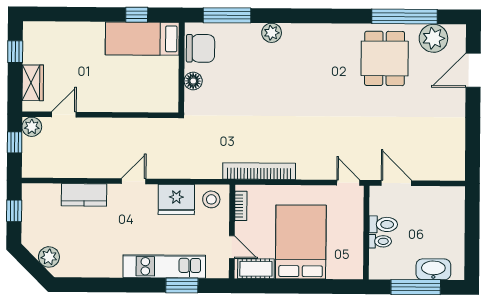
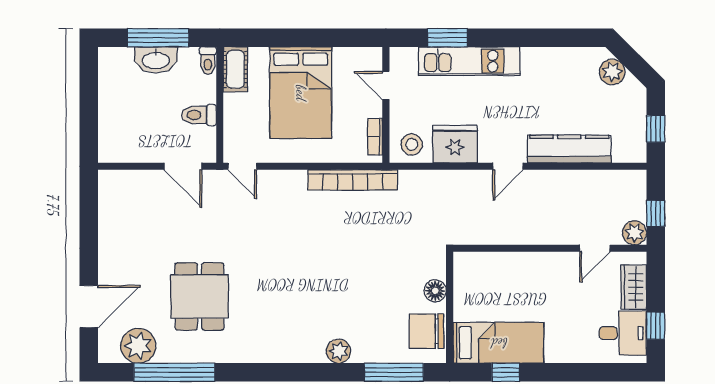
desk: (42, 46) -> (623, 333), added
dining table: (385, 58) -> (200, 296), moved
kitchen counter: (84, 195) -> (569, 149), width x1.50
toilet: (380, 241) -> (208, 61), moved, turned -90
cot: (256, 269) -> (235, 69), moved, turned 90
washbasin: (433, 269) -> (156, 60), moved

